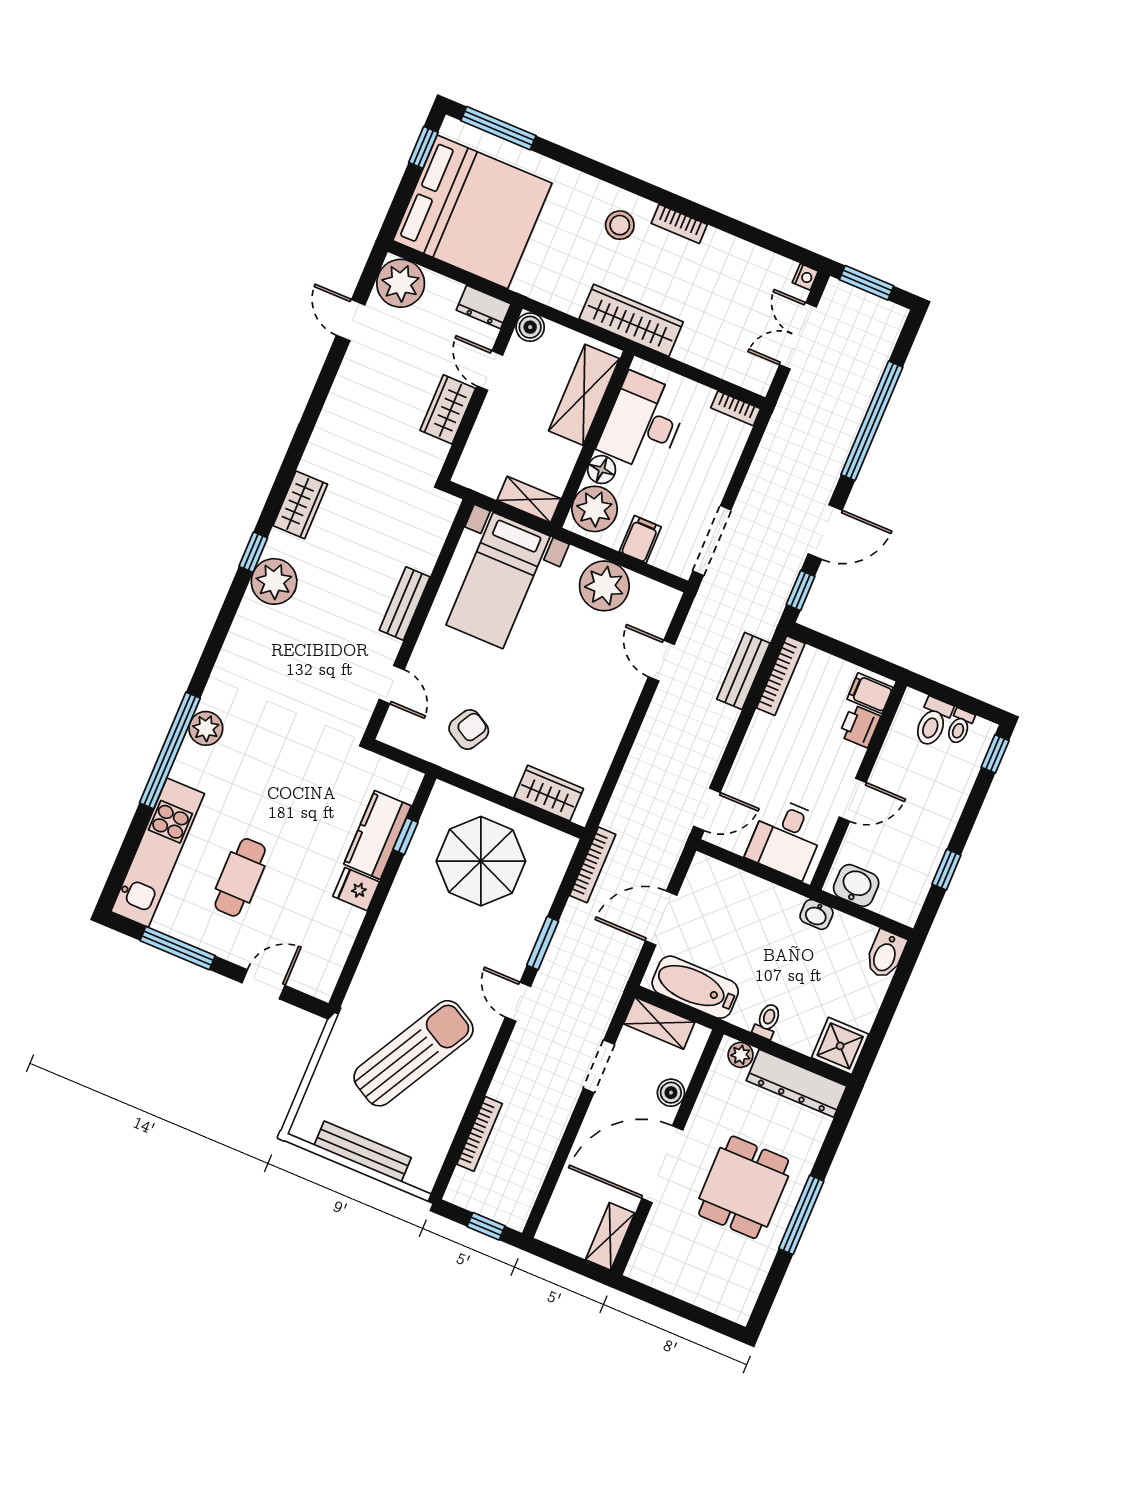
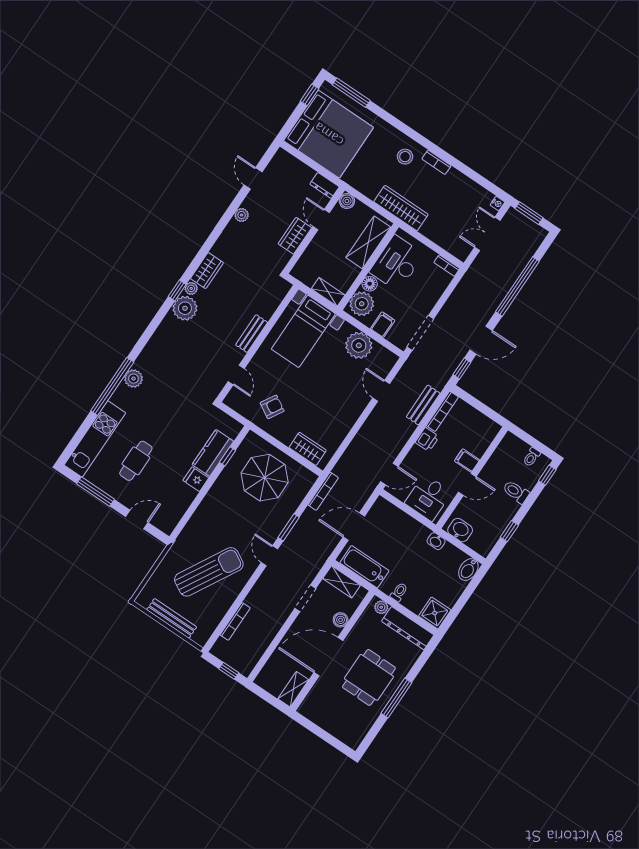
plant: (401, 283) -> (242, 215), moved, width x0.53, depth x0.53
plant: (278, 543) -> (191, 288), added
filing cabinet: (870, 693) -> (467, 461), moved
toilet: (933, 722) -> (516, 492), moved, turned 90
printer: (860, 726) -> (427, 439), moved, turned 180

